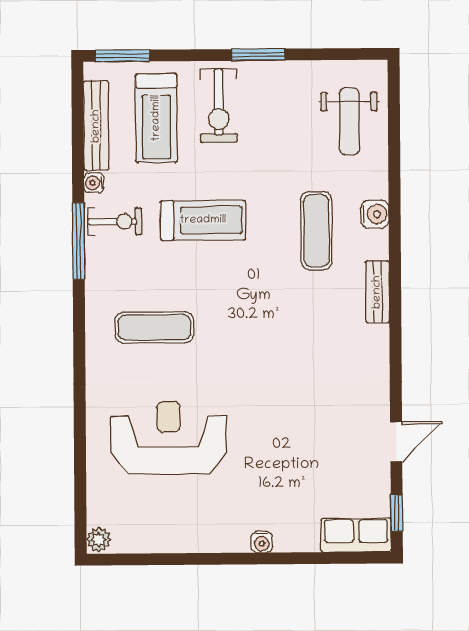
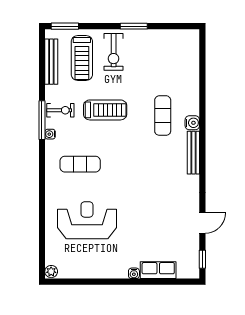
weight bench: (349, 122) -> (180, 60), removed
water cooler: (94, 183) -> (50, 134), moved
water cooler: (375, 214) -> (192, 123), moved
bench: (377, 292) -> (193, 153), width x1.36
row of seats: (356, 535) -> (158, 270), moved

